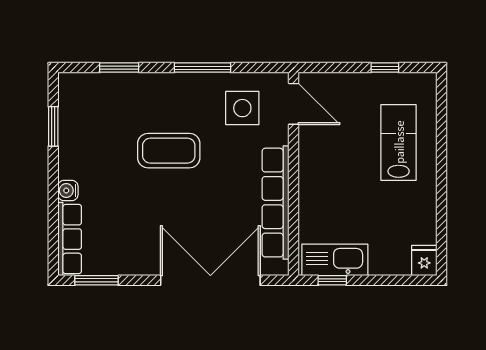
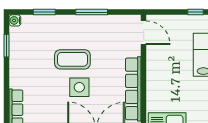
side table: (242, 108) -> (79, 87), moved
water cooler: (68, 191) -> (15, 20), moved

